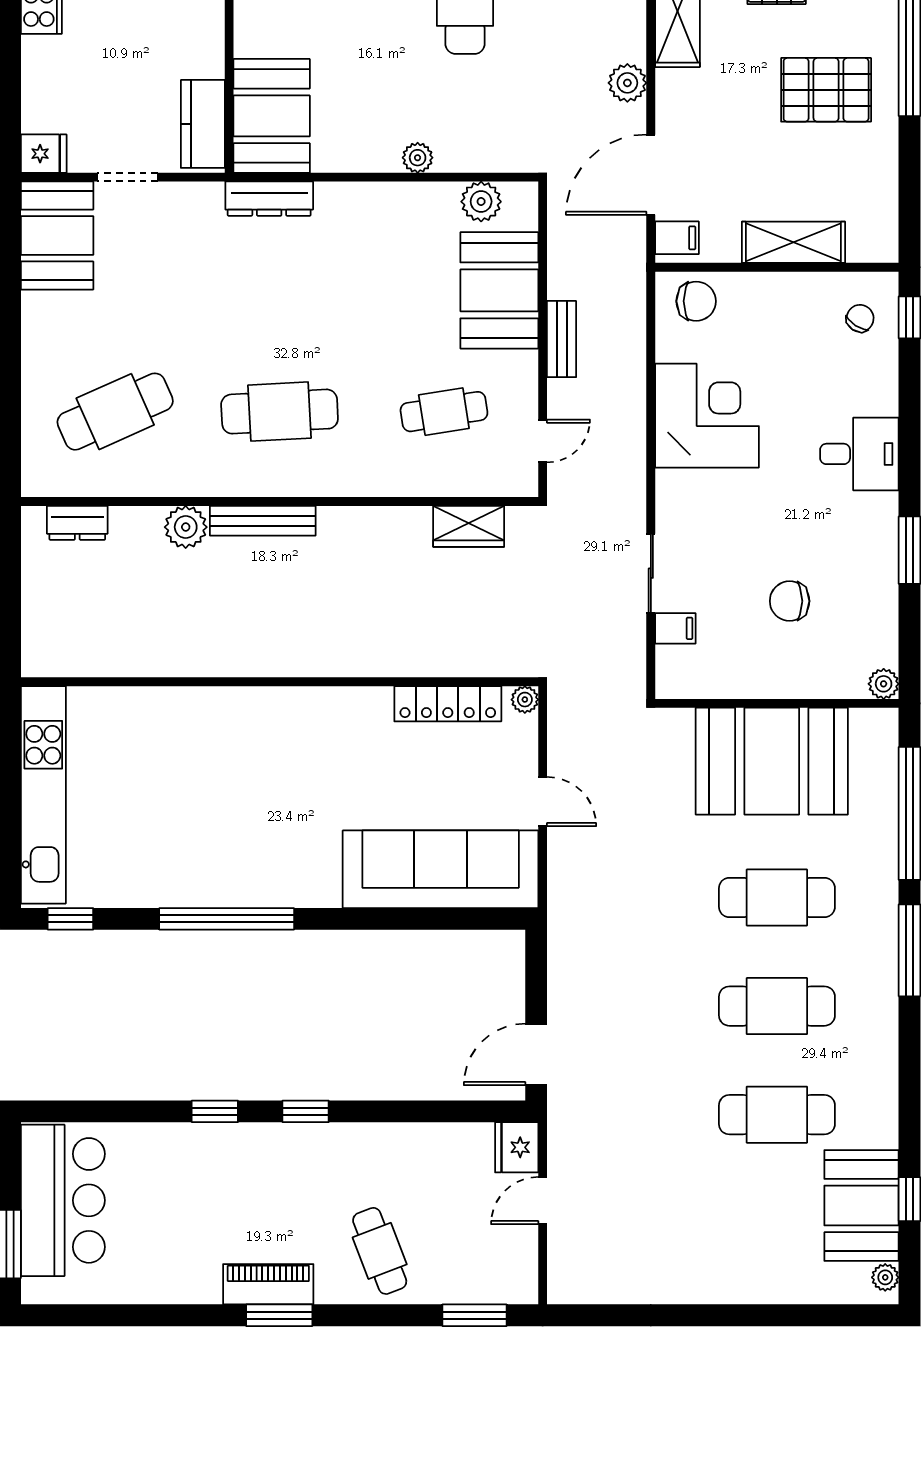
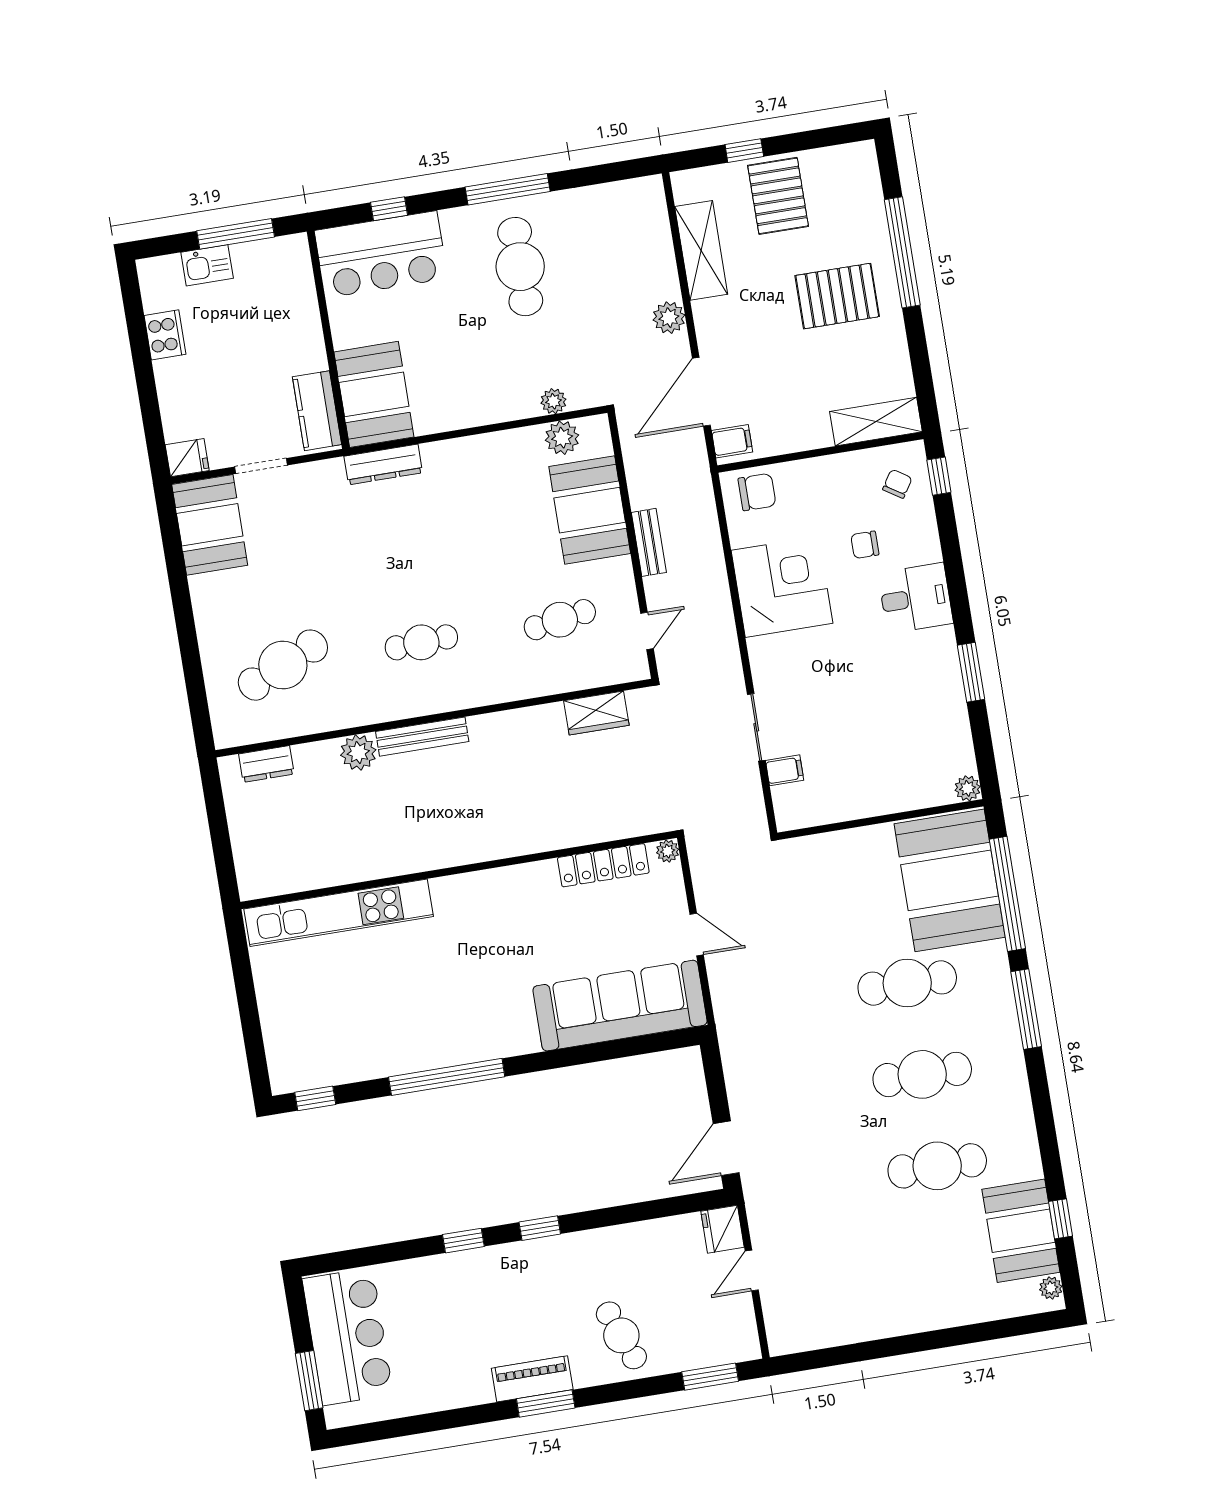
plant: (418, 158) -> (554, 401), moved
shelving: (793, 242) -> (876, 422), moved
cafe table: (280, 412) -> (421, 642), width x0.73, depth x0.74
chair: (790, 601) -> (865, 545), moved, width x0.73, depth x0.73
booth: (772, 761) -> (950, 880), moved, turned 90
kitchen unit: (43, 795) -> (339, 913), moved, turned 90

